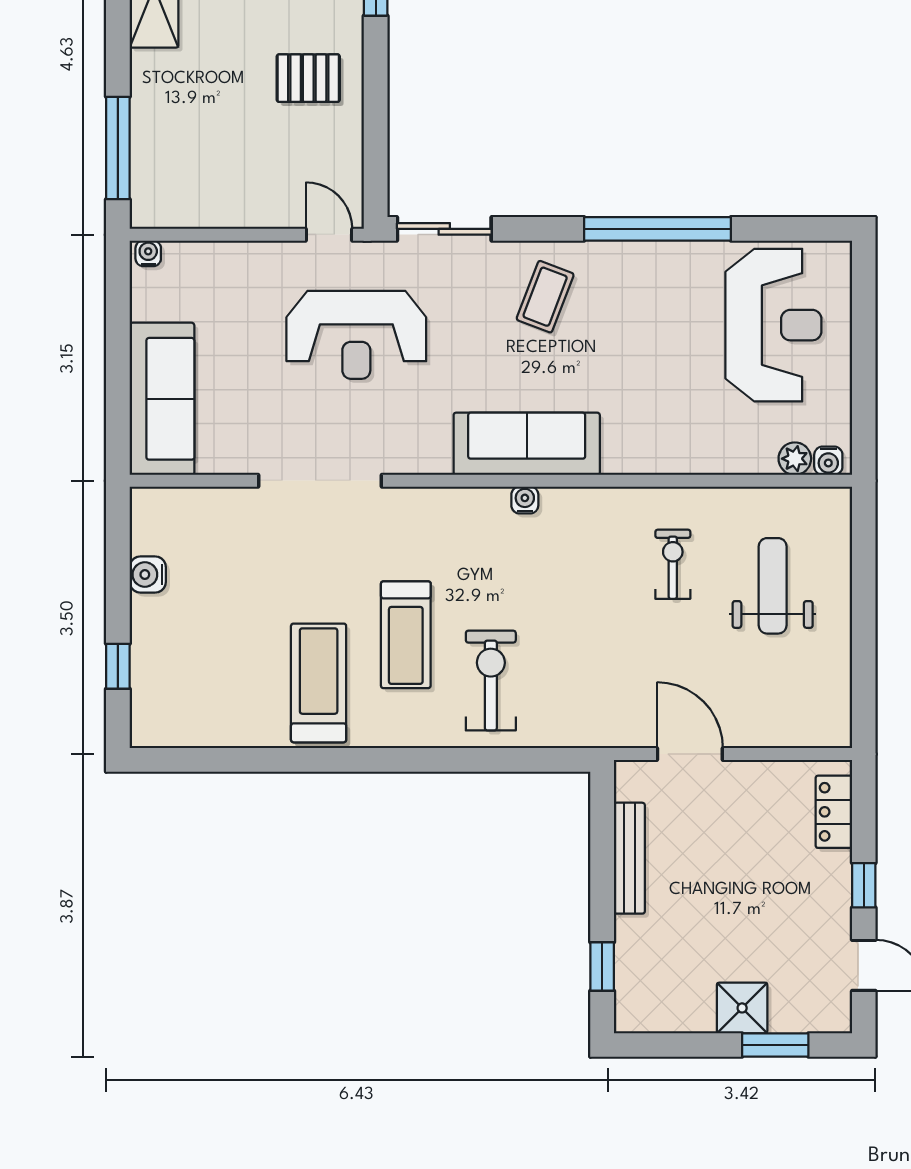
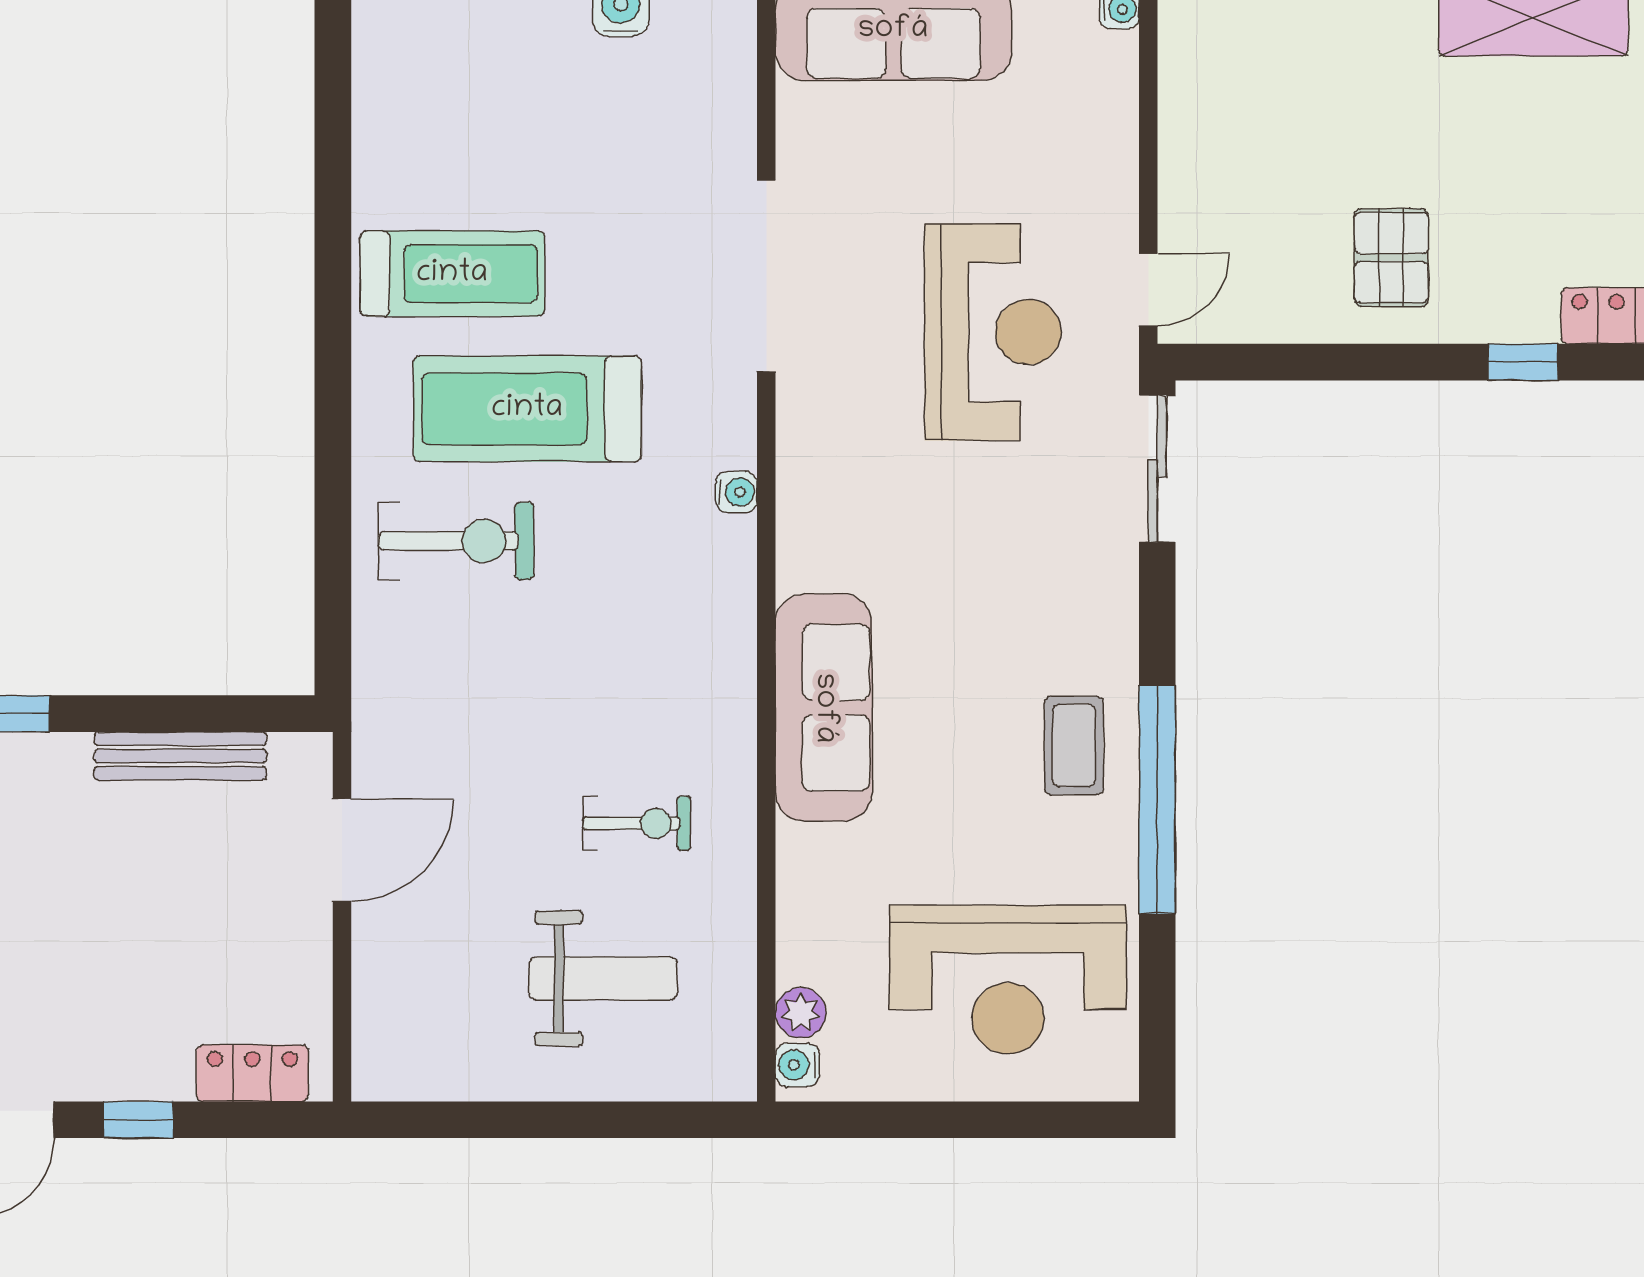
coffee table: (545, 297) -> (1074, 745), moved, turned 69
reception desk: (356, 335) -> (993, 332), turned 180
sofa: (527, 444) -> (824, 708), moved
water cooler: (525, 500) -> (736, 492), moved
treadmill: (406, 635) -> (527, 409), width x1.37, depth x1.38

